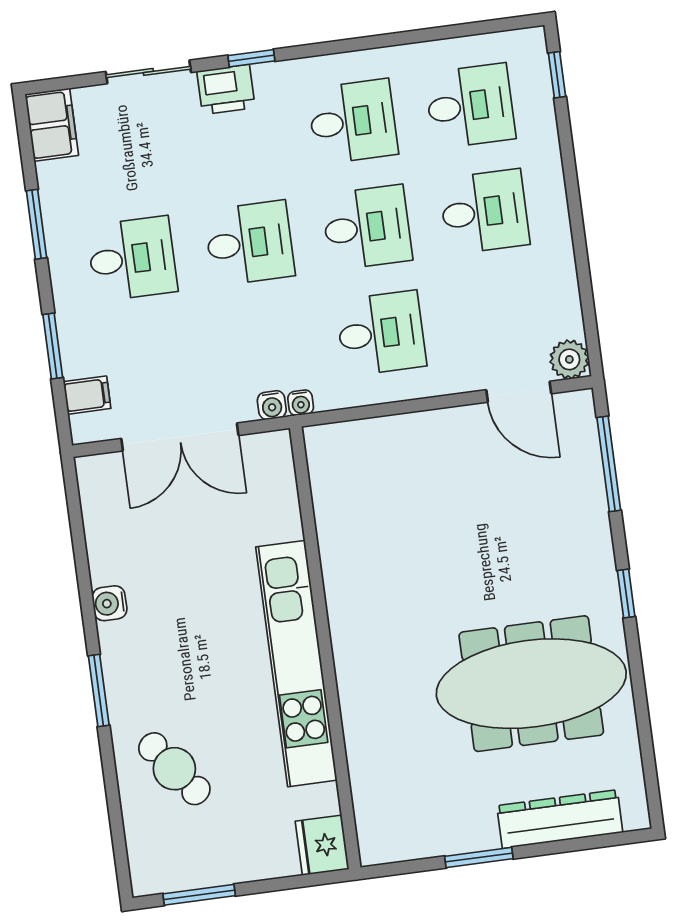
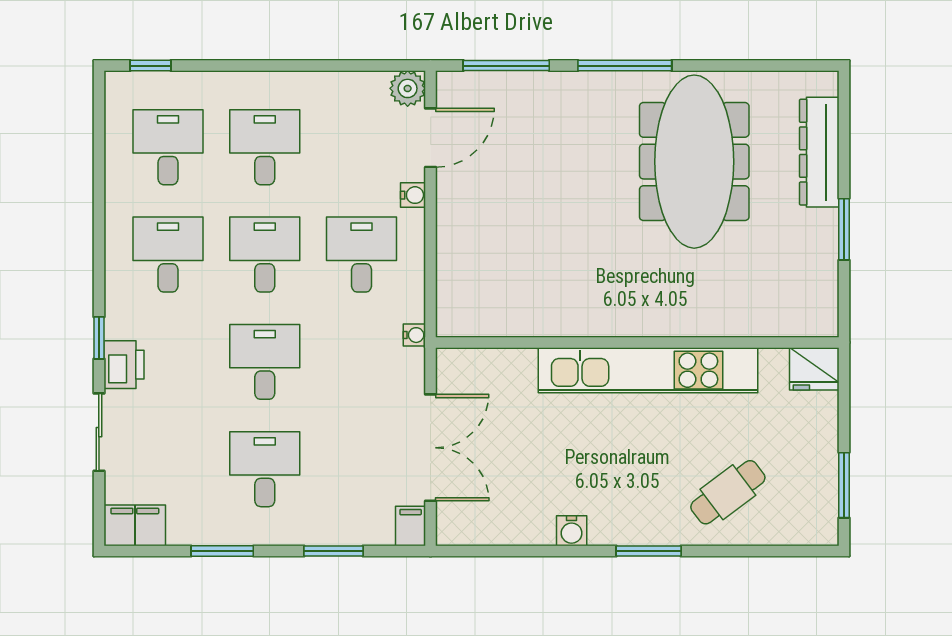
filing cabinet: (87, 395) -> (411, 526), moved
water cooler: (272, 405) -> (413, 195), moved
window: (626, 594) -> (625, 66), width x2.17

